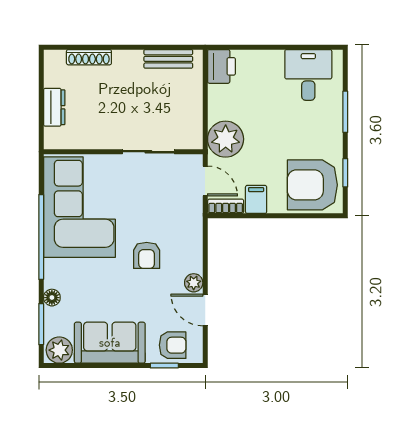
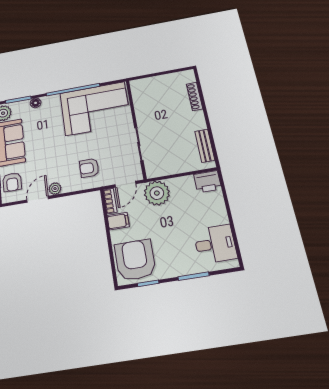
dresser: (54, 107) -> (157, 82), removed
armchair: (147, 255) -> (89, 168), moved

